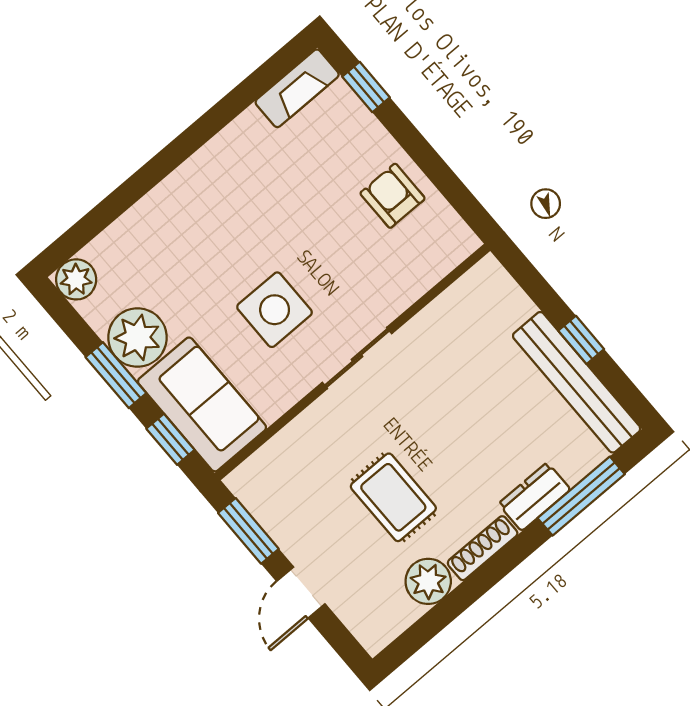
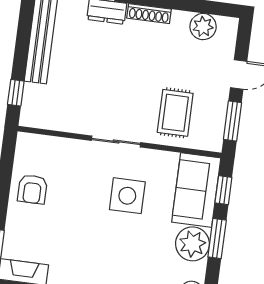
window: (581, 340) -> (16, 93), moved
rug: (393, 497) -> (175, 113), moved
plant: (428, 581) -> (203, 27), moved

